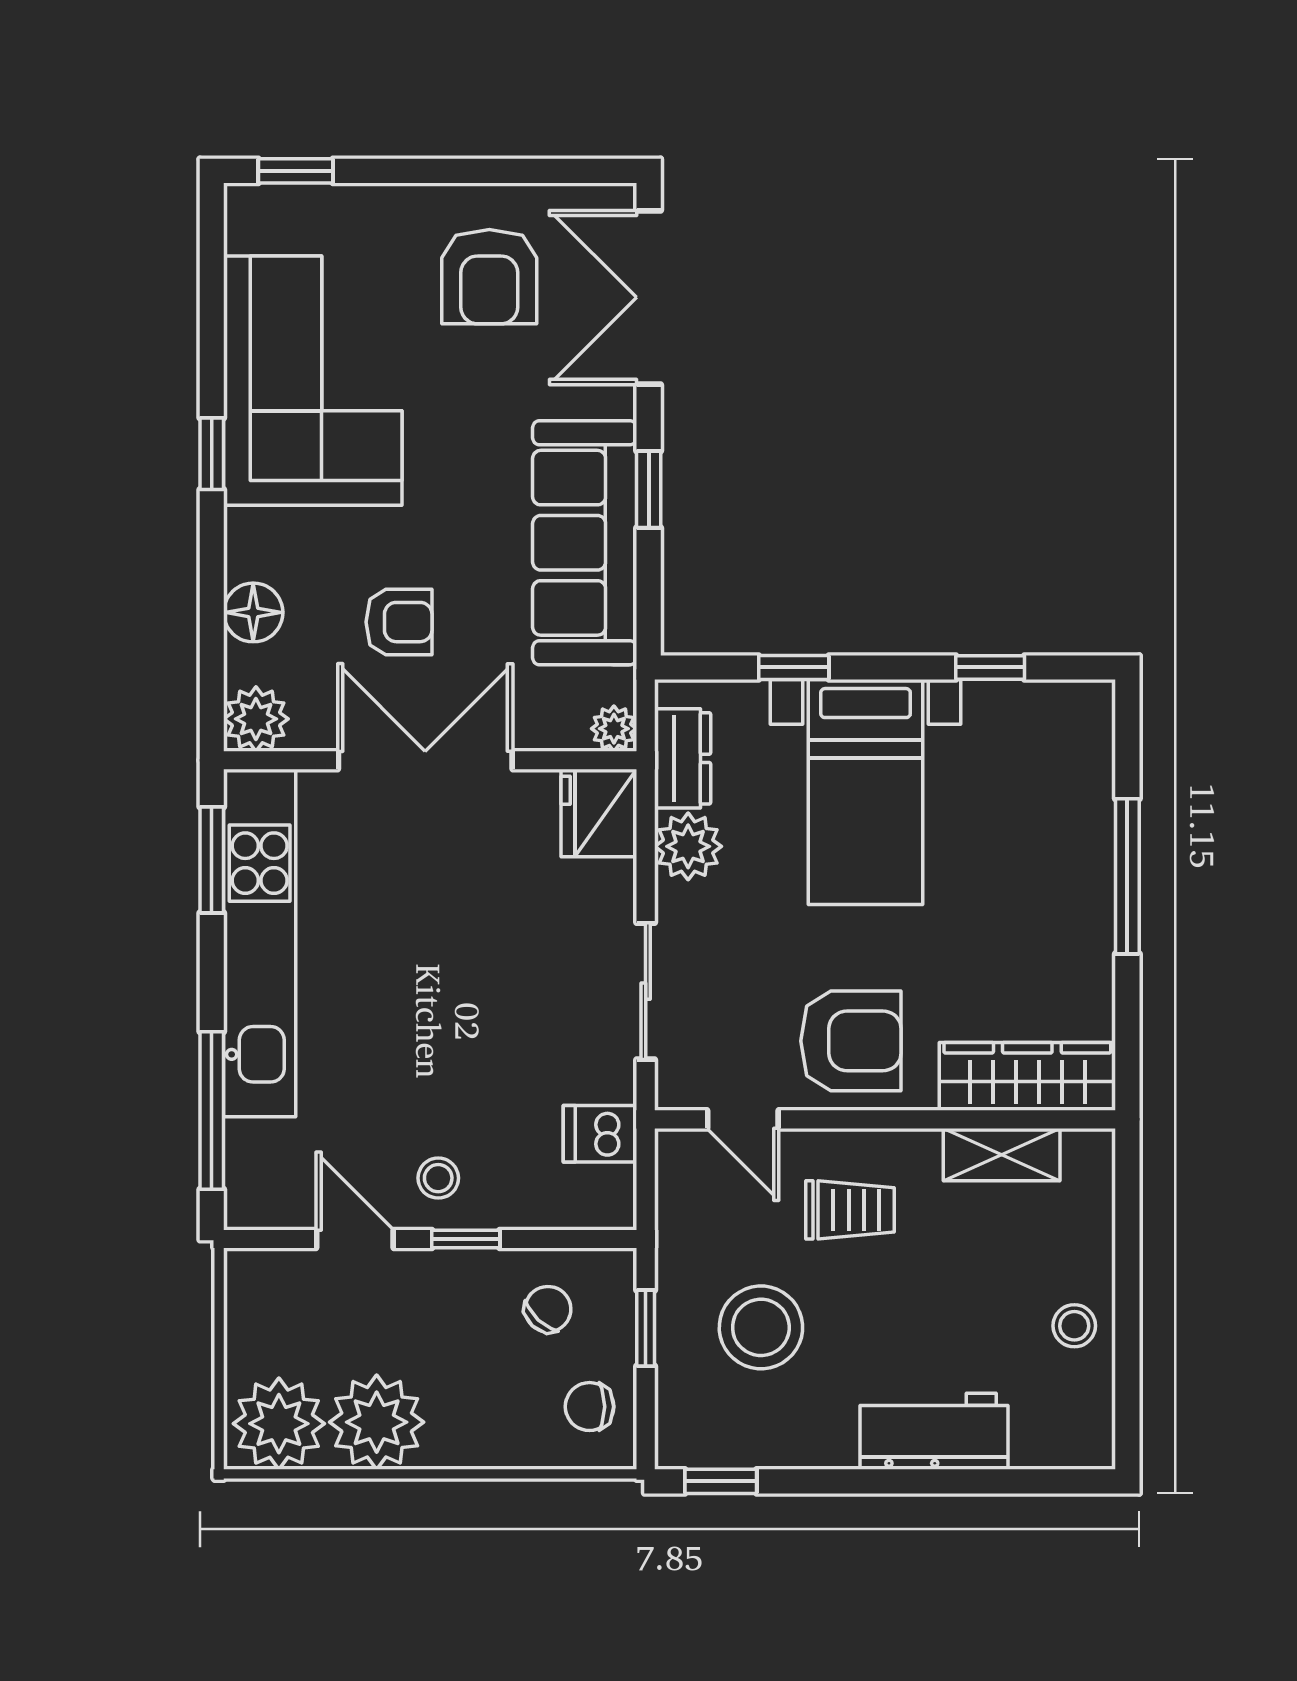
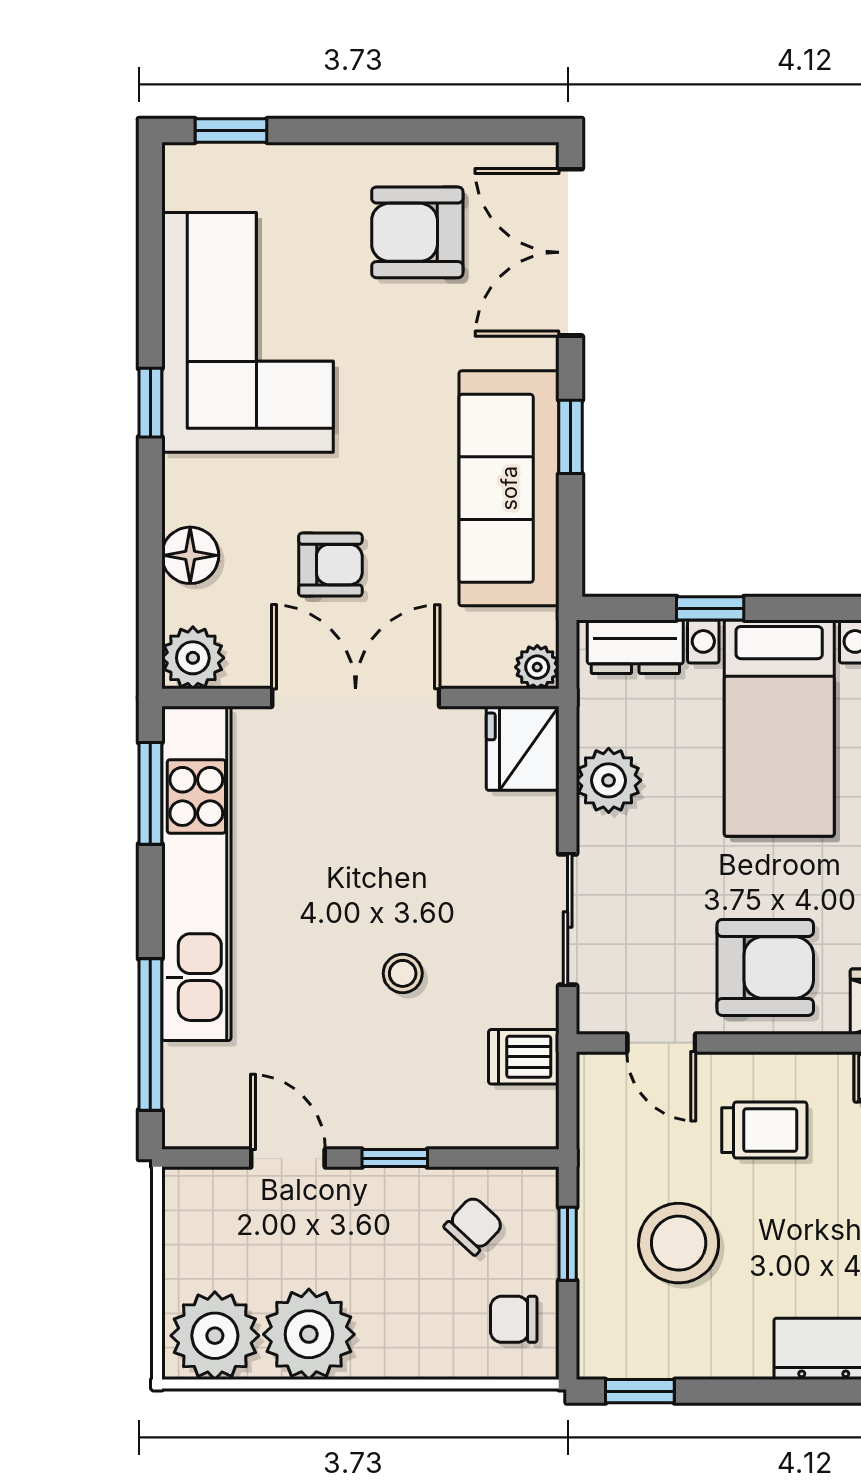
armchair: (489, 277) -> (417, 232), turned 90
dresser: (683, 758) -> (635, 647), moved, turned 90
stool: (438, 1178) -> (403, 973), moved

